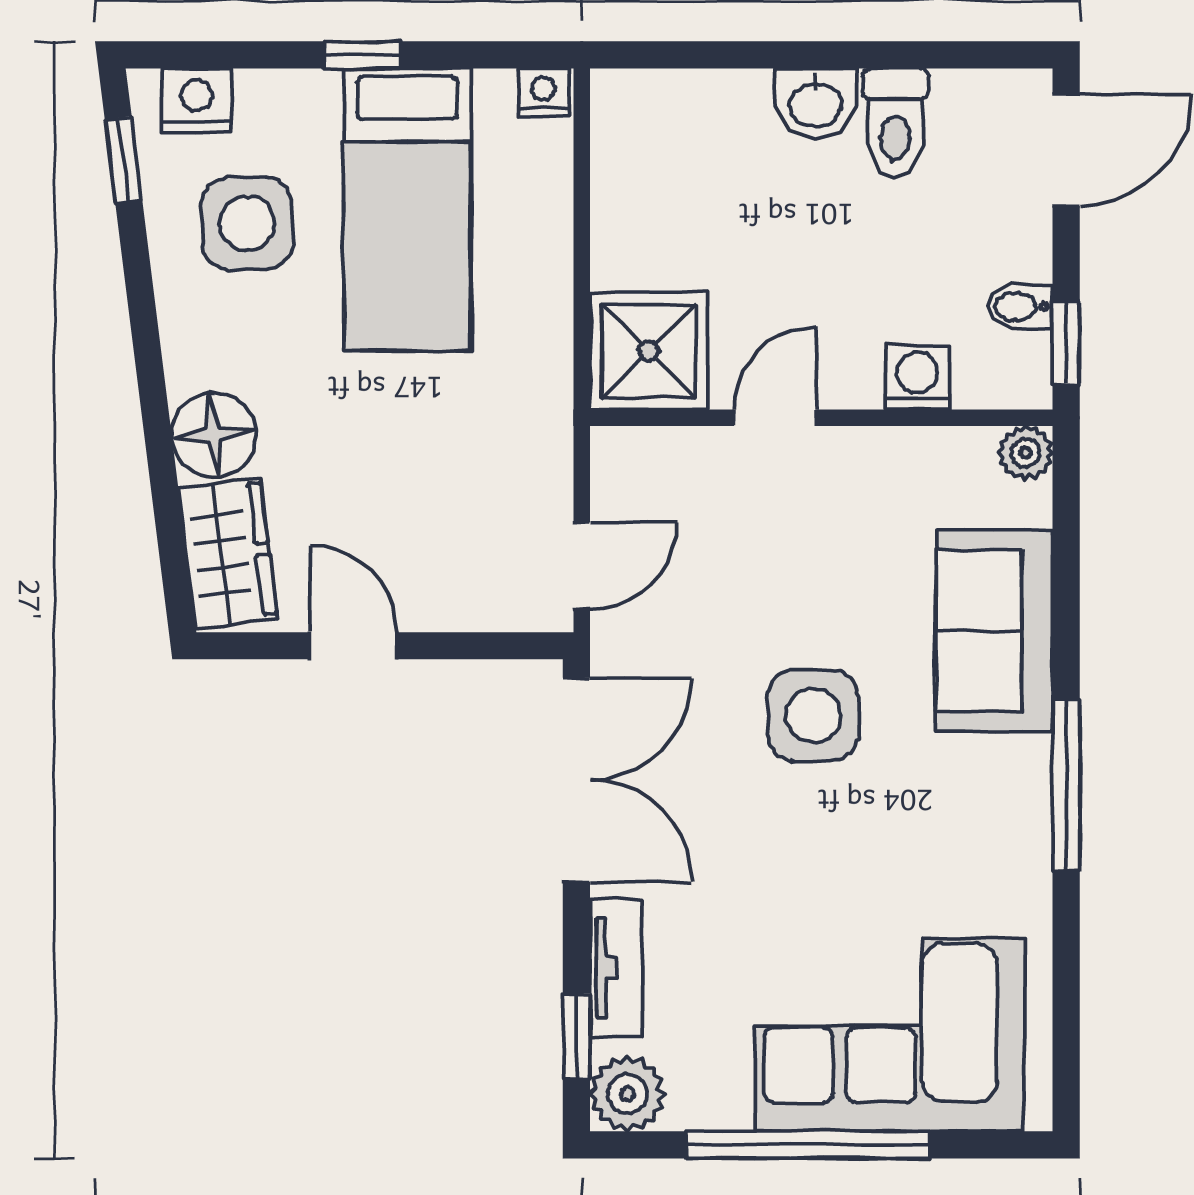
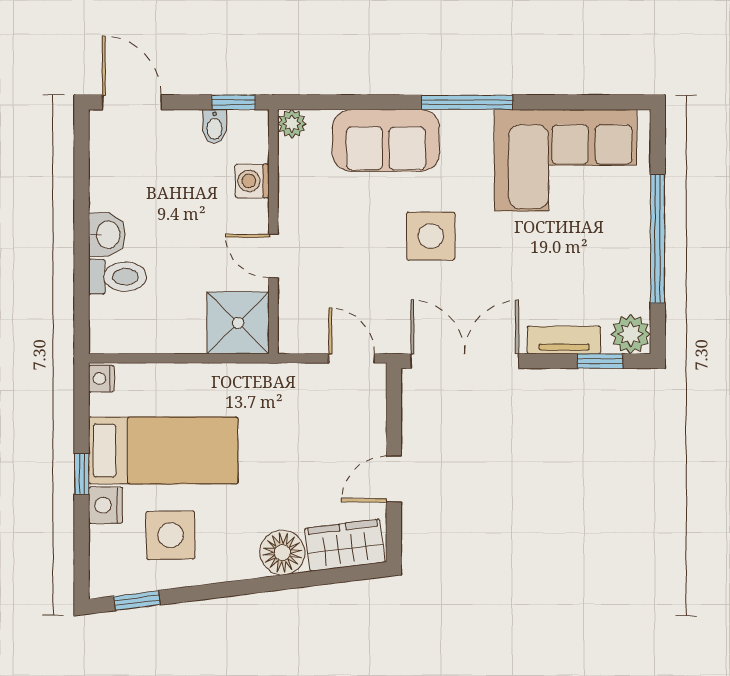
nightstand: (197, 100) -> (106, 505), moved
toilet: (895, 123) -> (117, 277), moved
corner sofa: (890, 1035) -> (566, 160), moved, turned -90

